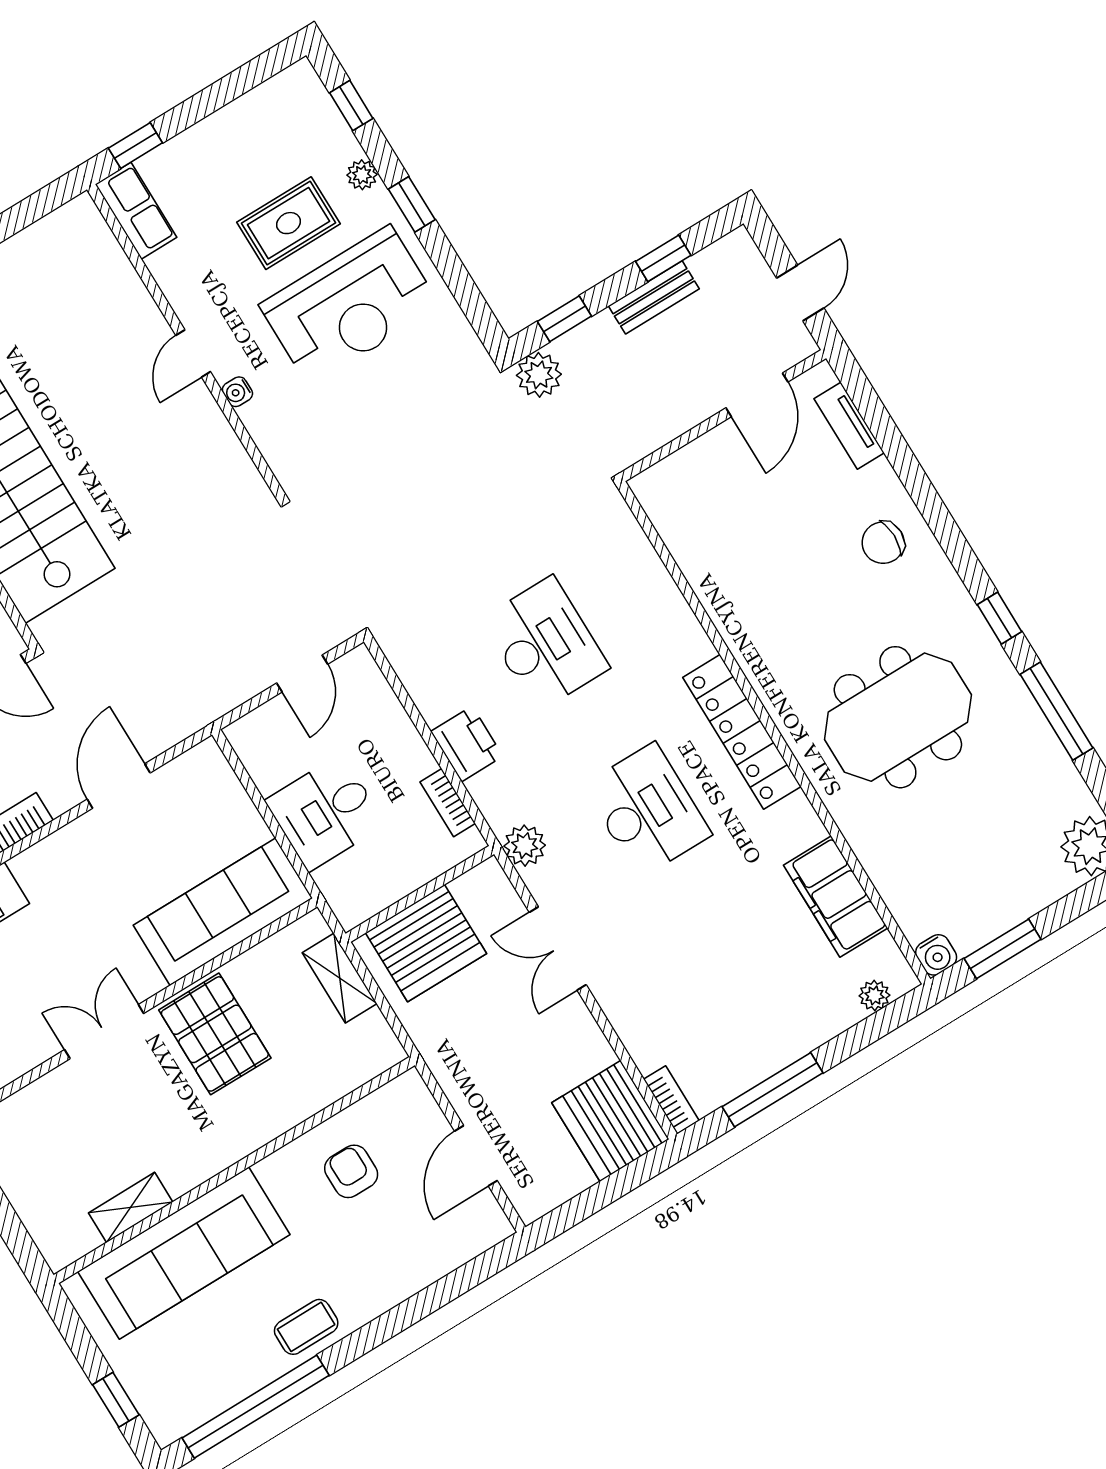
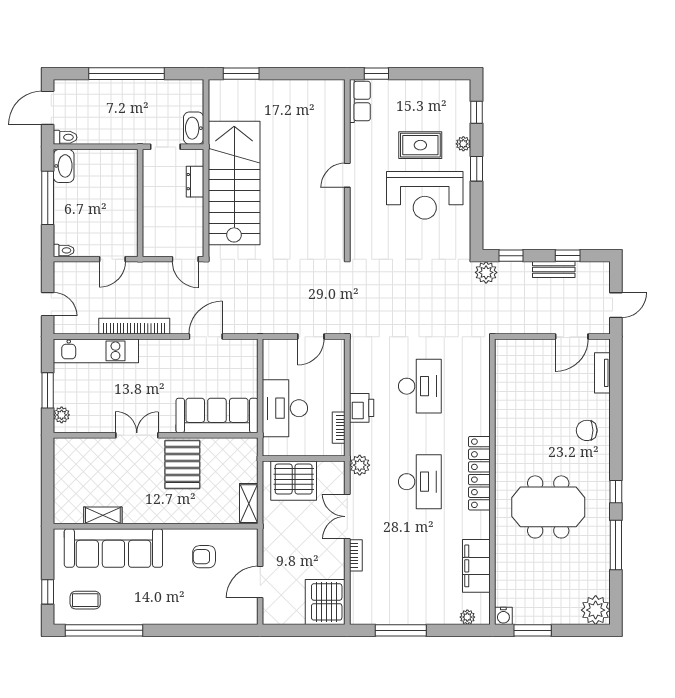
water cooler: (237, 392) -> (356, 202), removed
desk: (325, 813) -> (285, 408), width x1.37
shelving: (340, 978) -> (249, 504), moved
bookcase: (671, 1100) -> (356, 555), moved
armchair: (351, 1171) -> (204, 557), turned -90
coffee table: (306, 1327) -> (85, 600), moved

